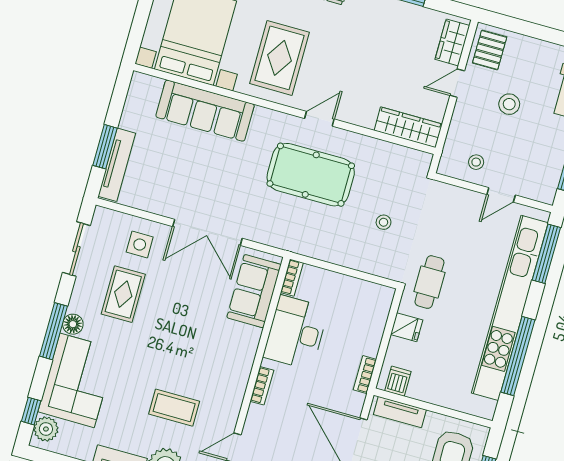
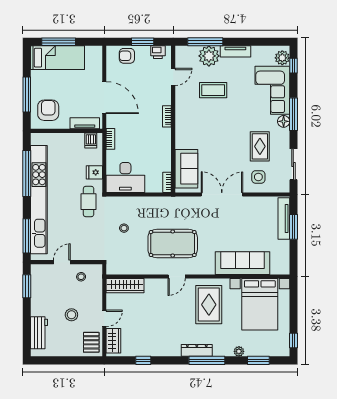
desk: (296, 333) -> (125, 178), moved, turned 90

